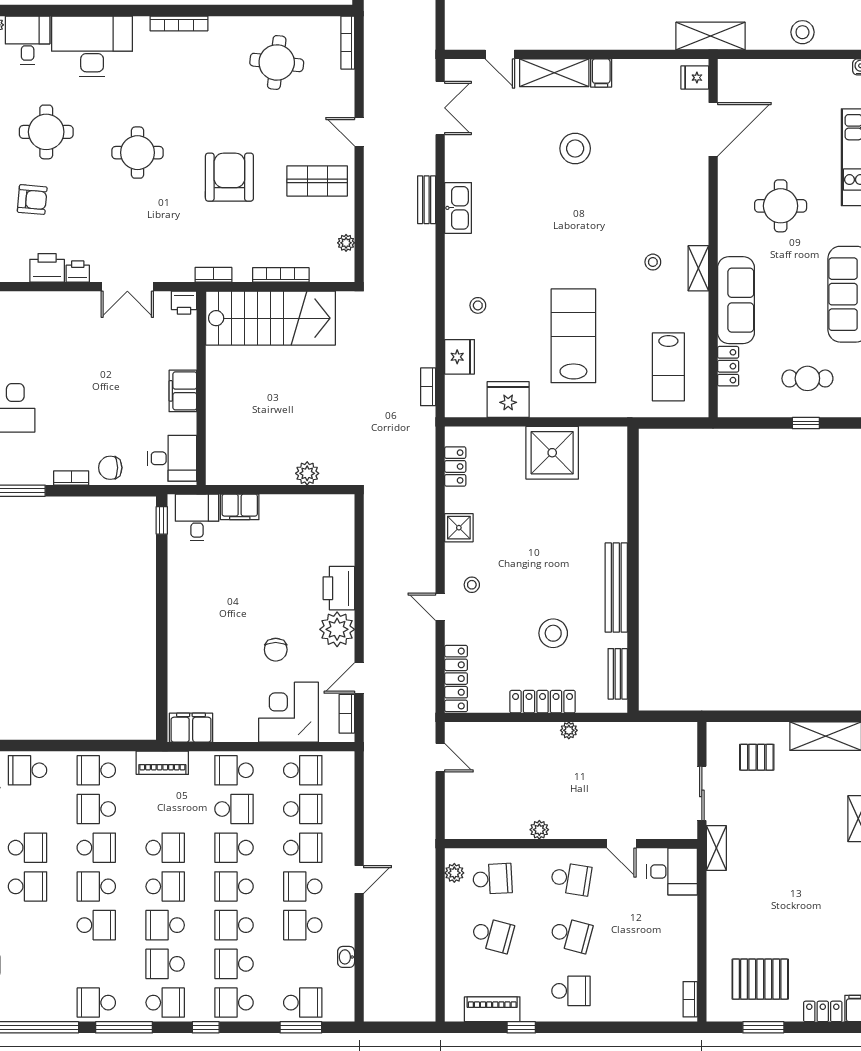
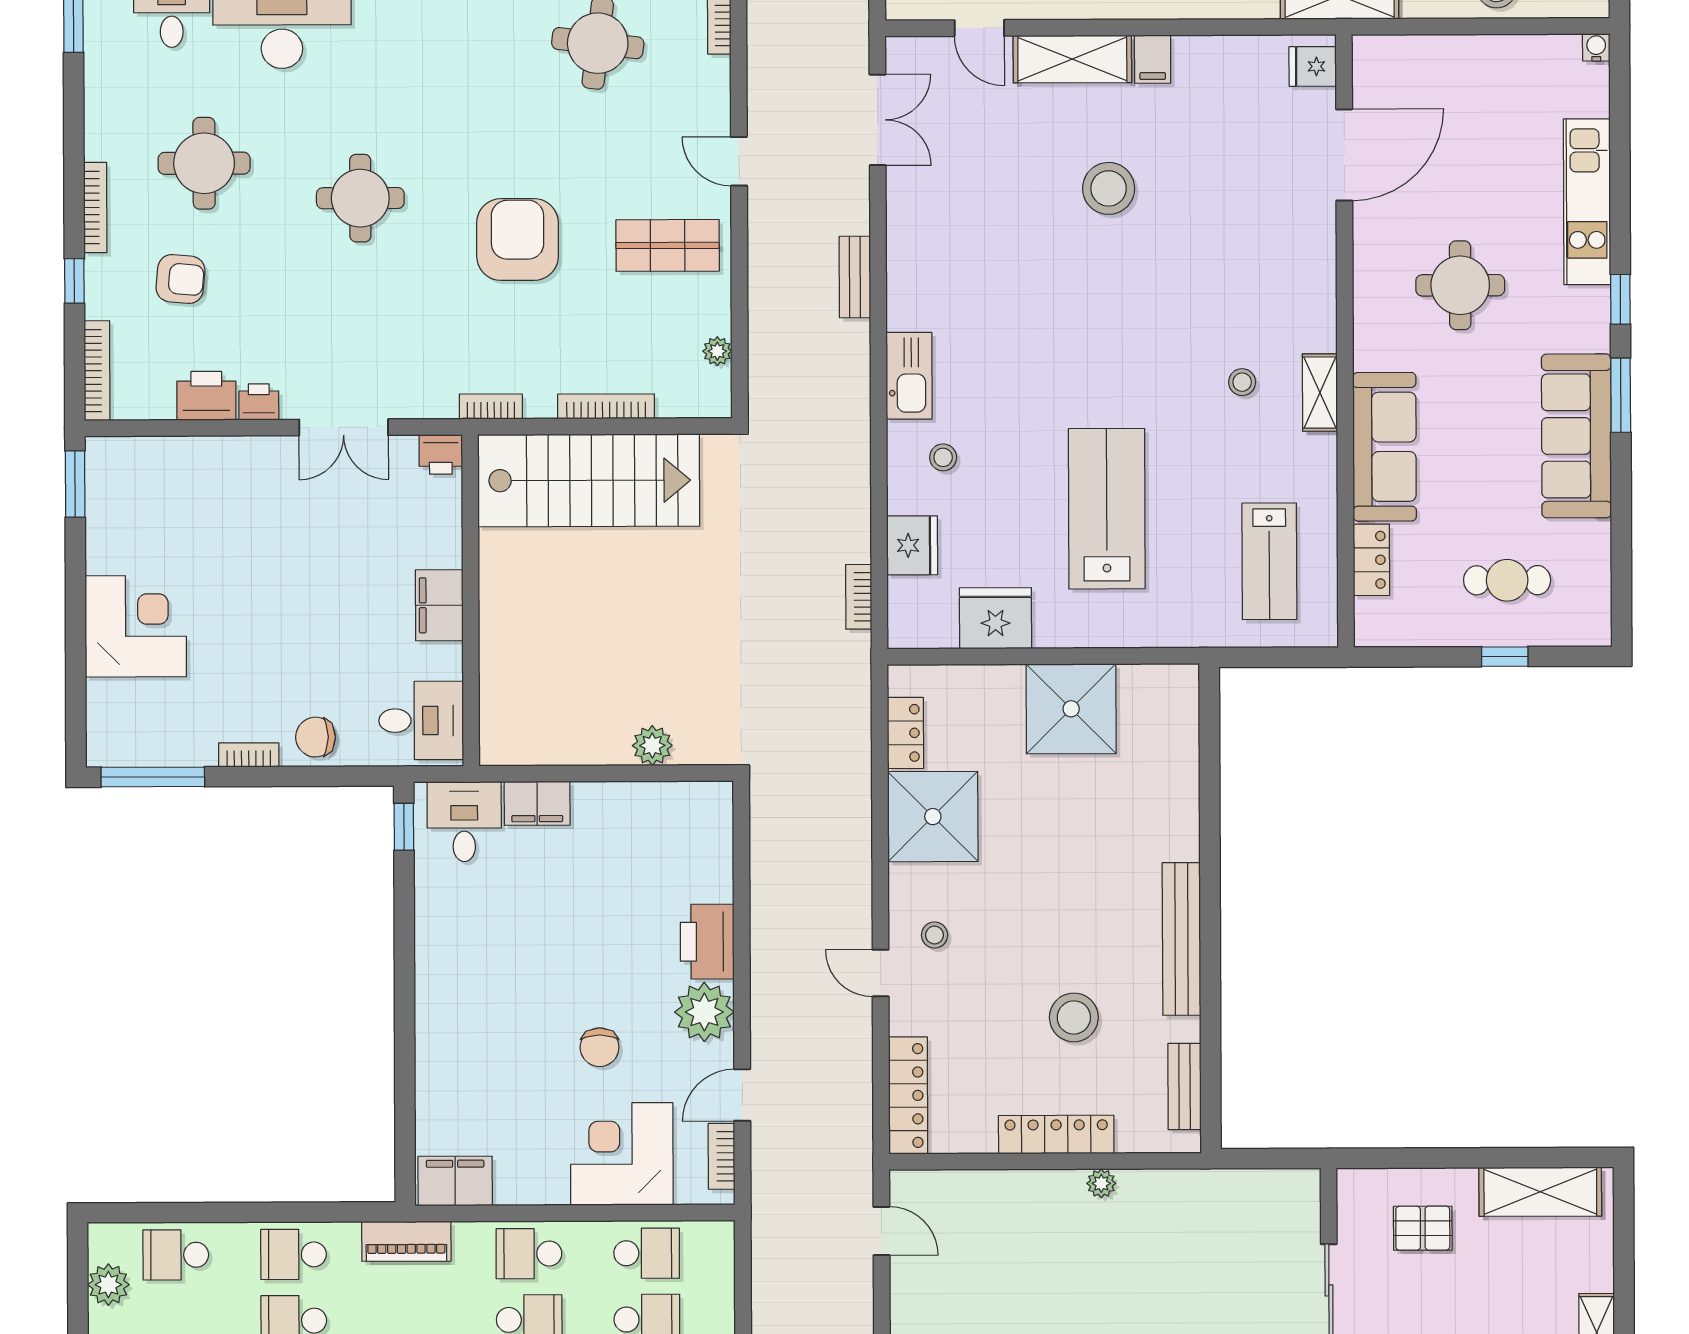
kitchen sink: (458, 208) -> (909, 376), moved
shower: (459, 528) -> (933, 817), width x1.86, depth x1.86

